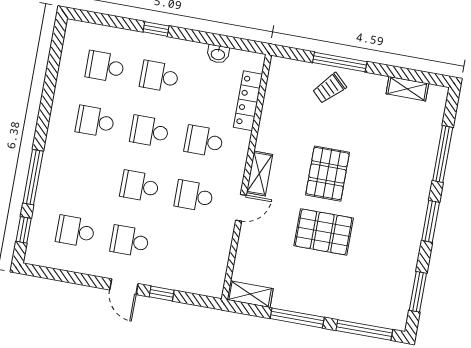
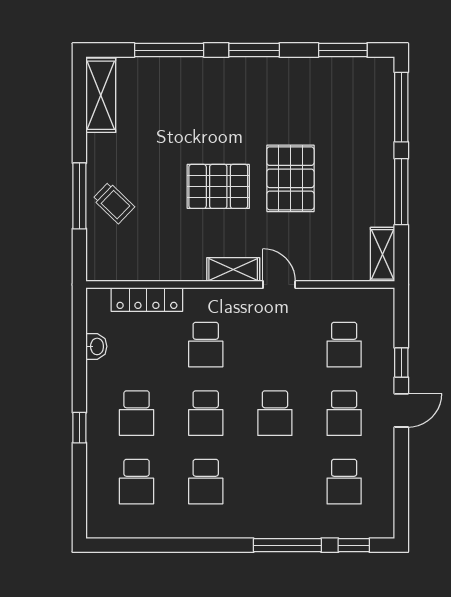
shelving: (407, 89) -> (101, 95), width x1.50, depth x1.33
school desk: (194, 196) -> (344, 345), moved

